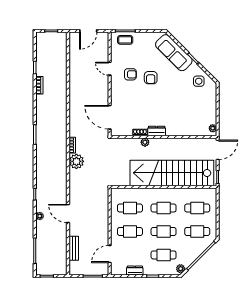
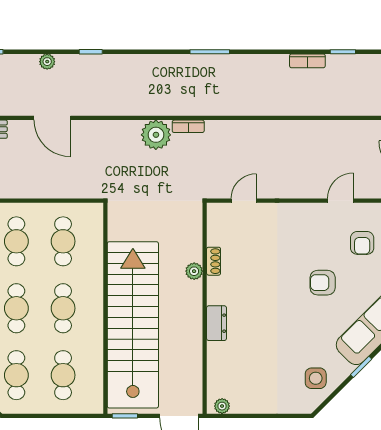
armchair: (130, 74) -> (362, 243), moved
door: (110, 117) -> (244, 201), width x0.53
dresser: (157, 131) -> (217, 323), moved
door: (68, 213) -> (52, 118), swing flipped

